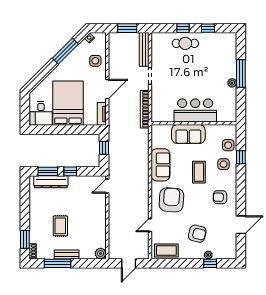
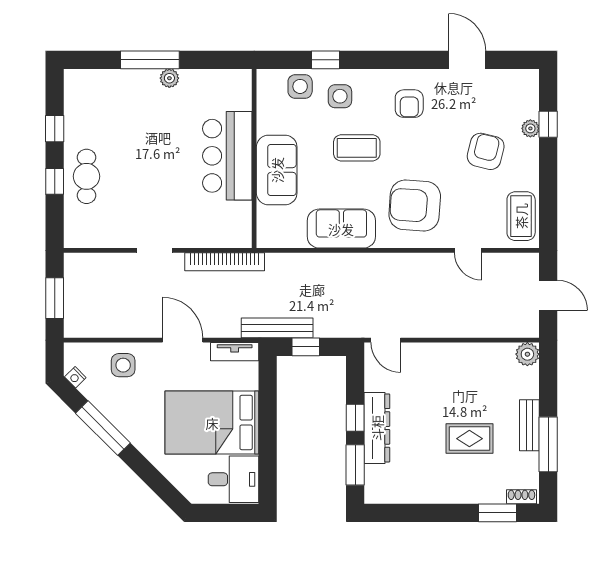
bench: (144, 49) -> (277, 328), moved
dresser: (51, 182) -> (377, 428), moved

